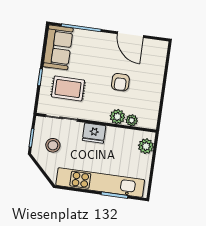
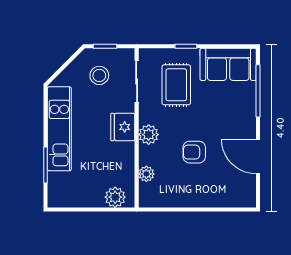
door: (130, 35) -> (258, 156), hinge flipped
plant: (117, 117) -> (149, 135), moved
kitchen unit: (100, 183) -> (59, 129), width x0.73

